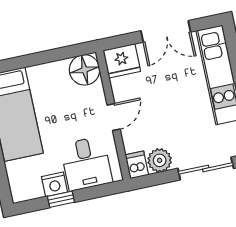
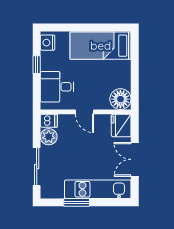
nightstand: (54, 184) -> (48, 43), moved

